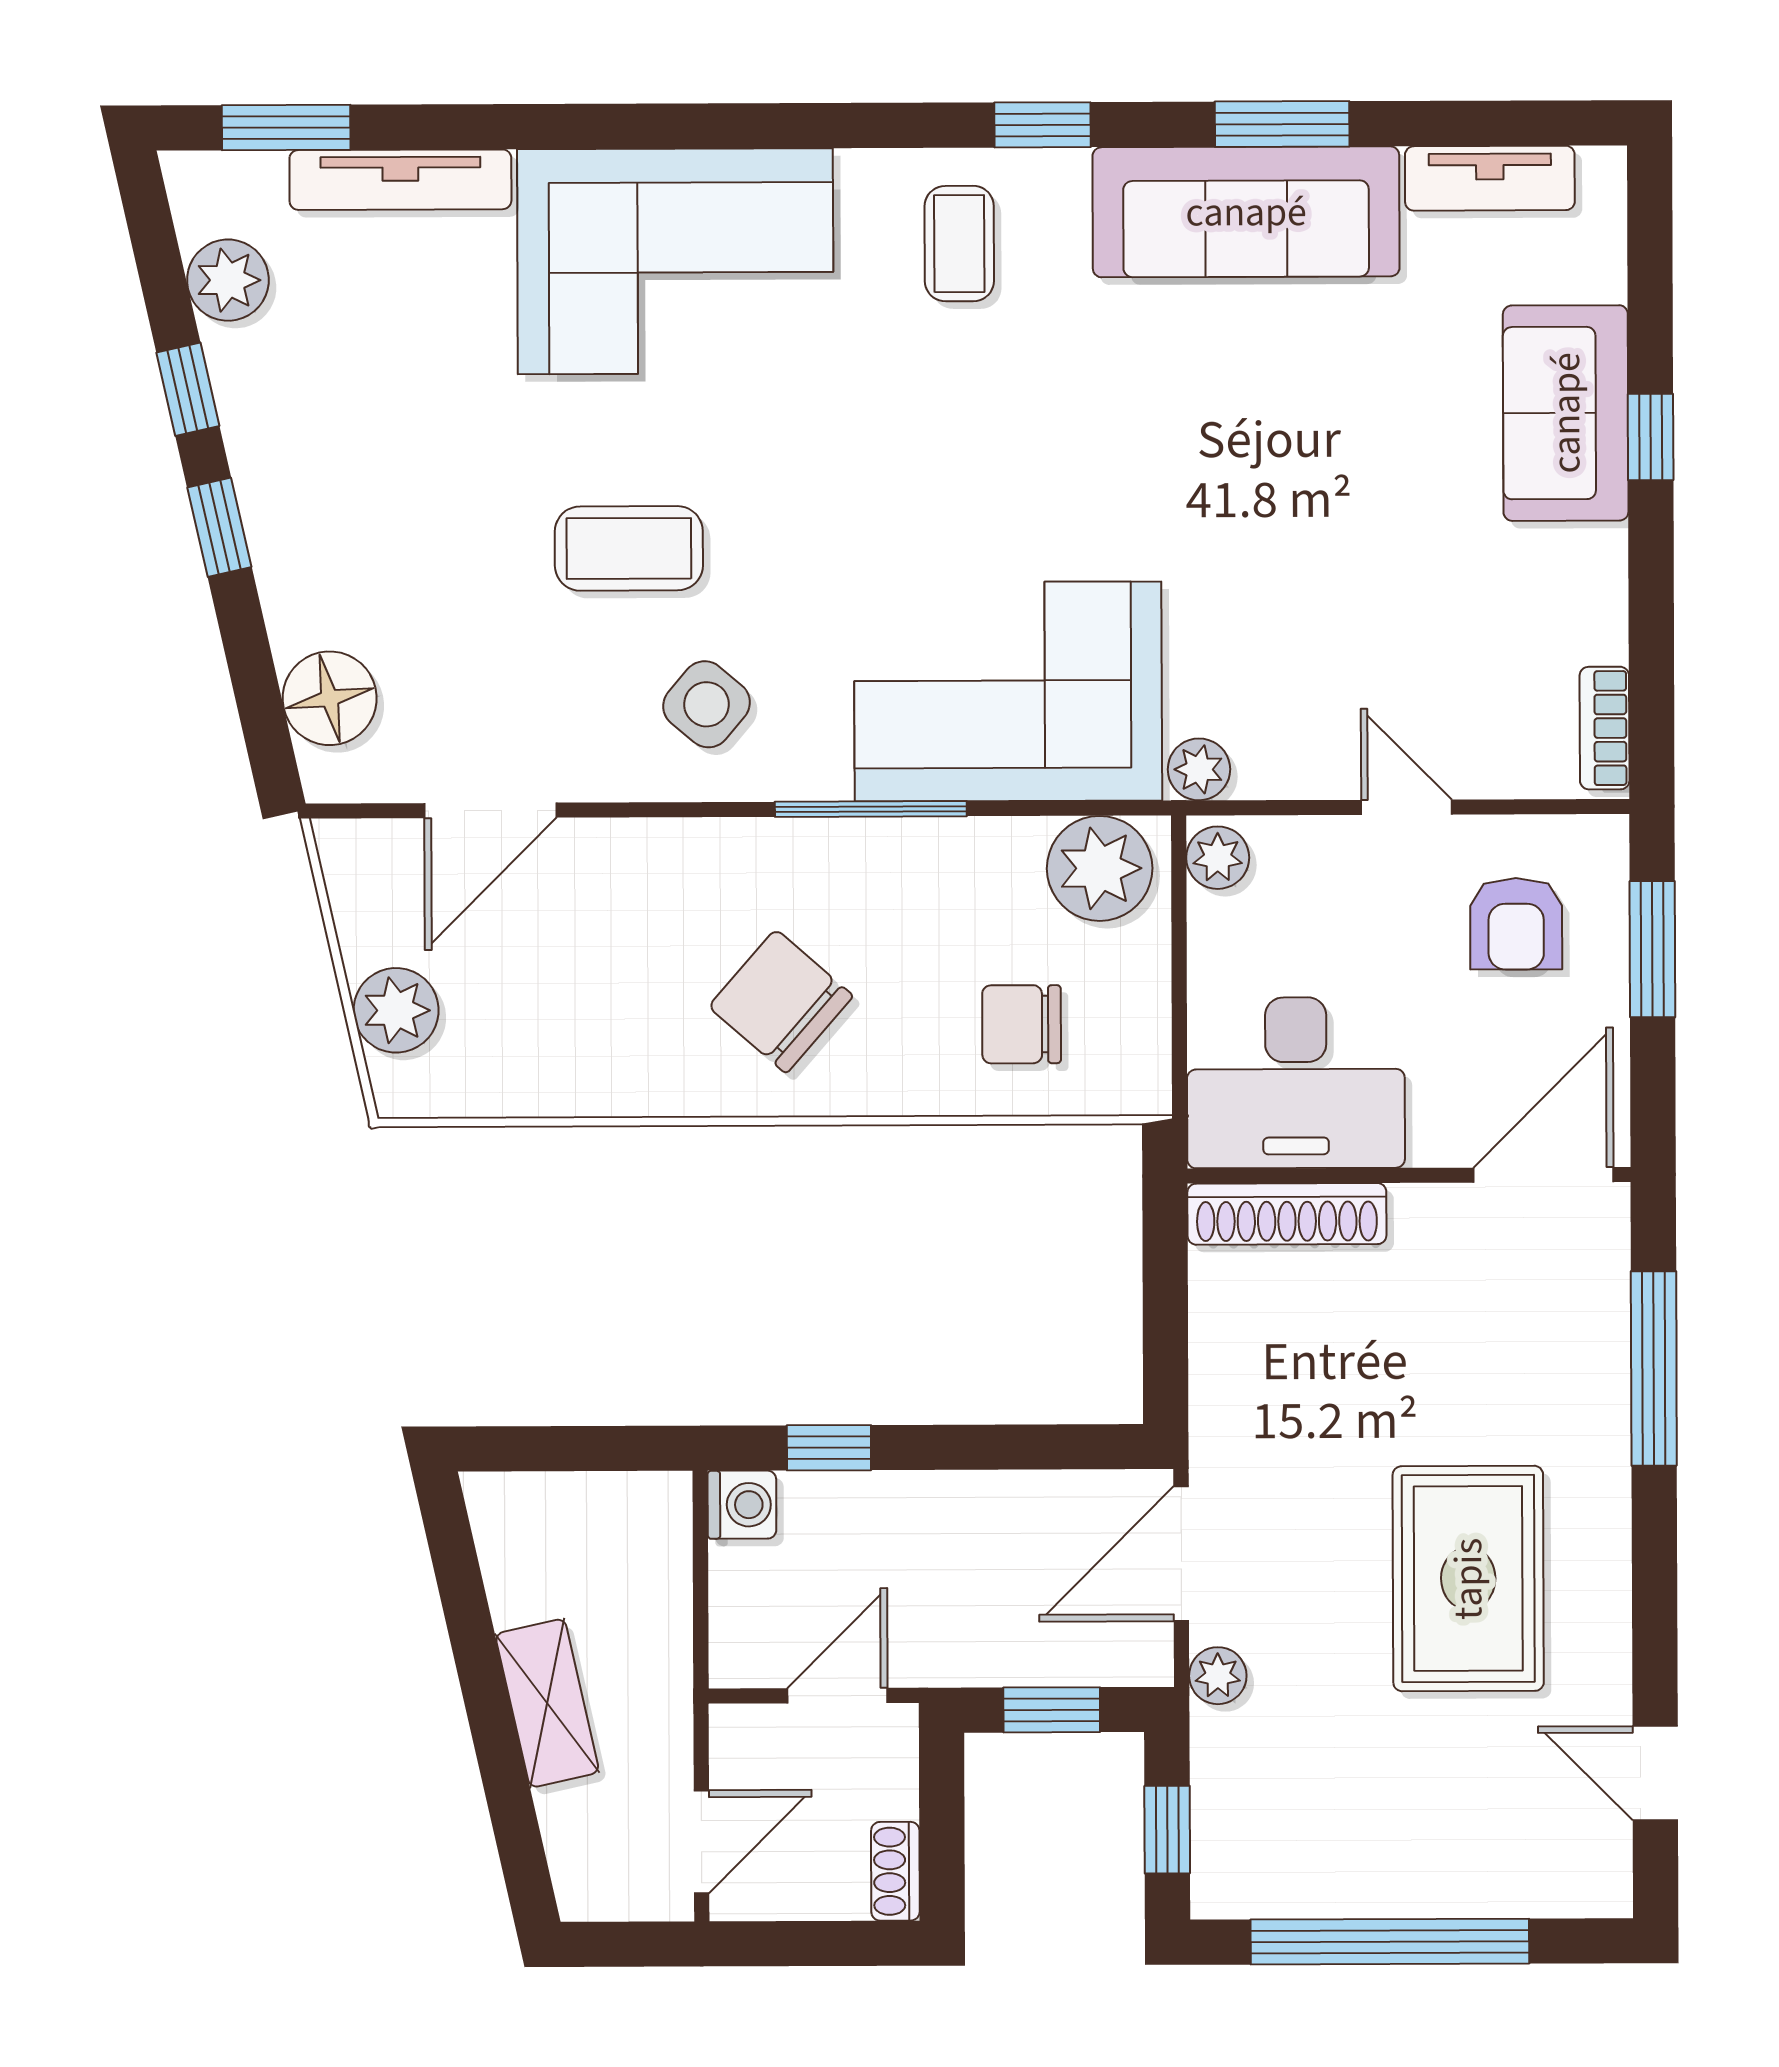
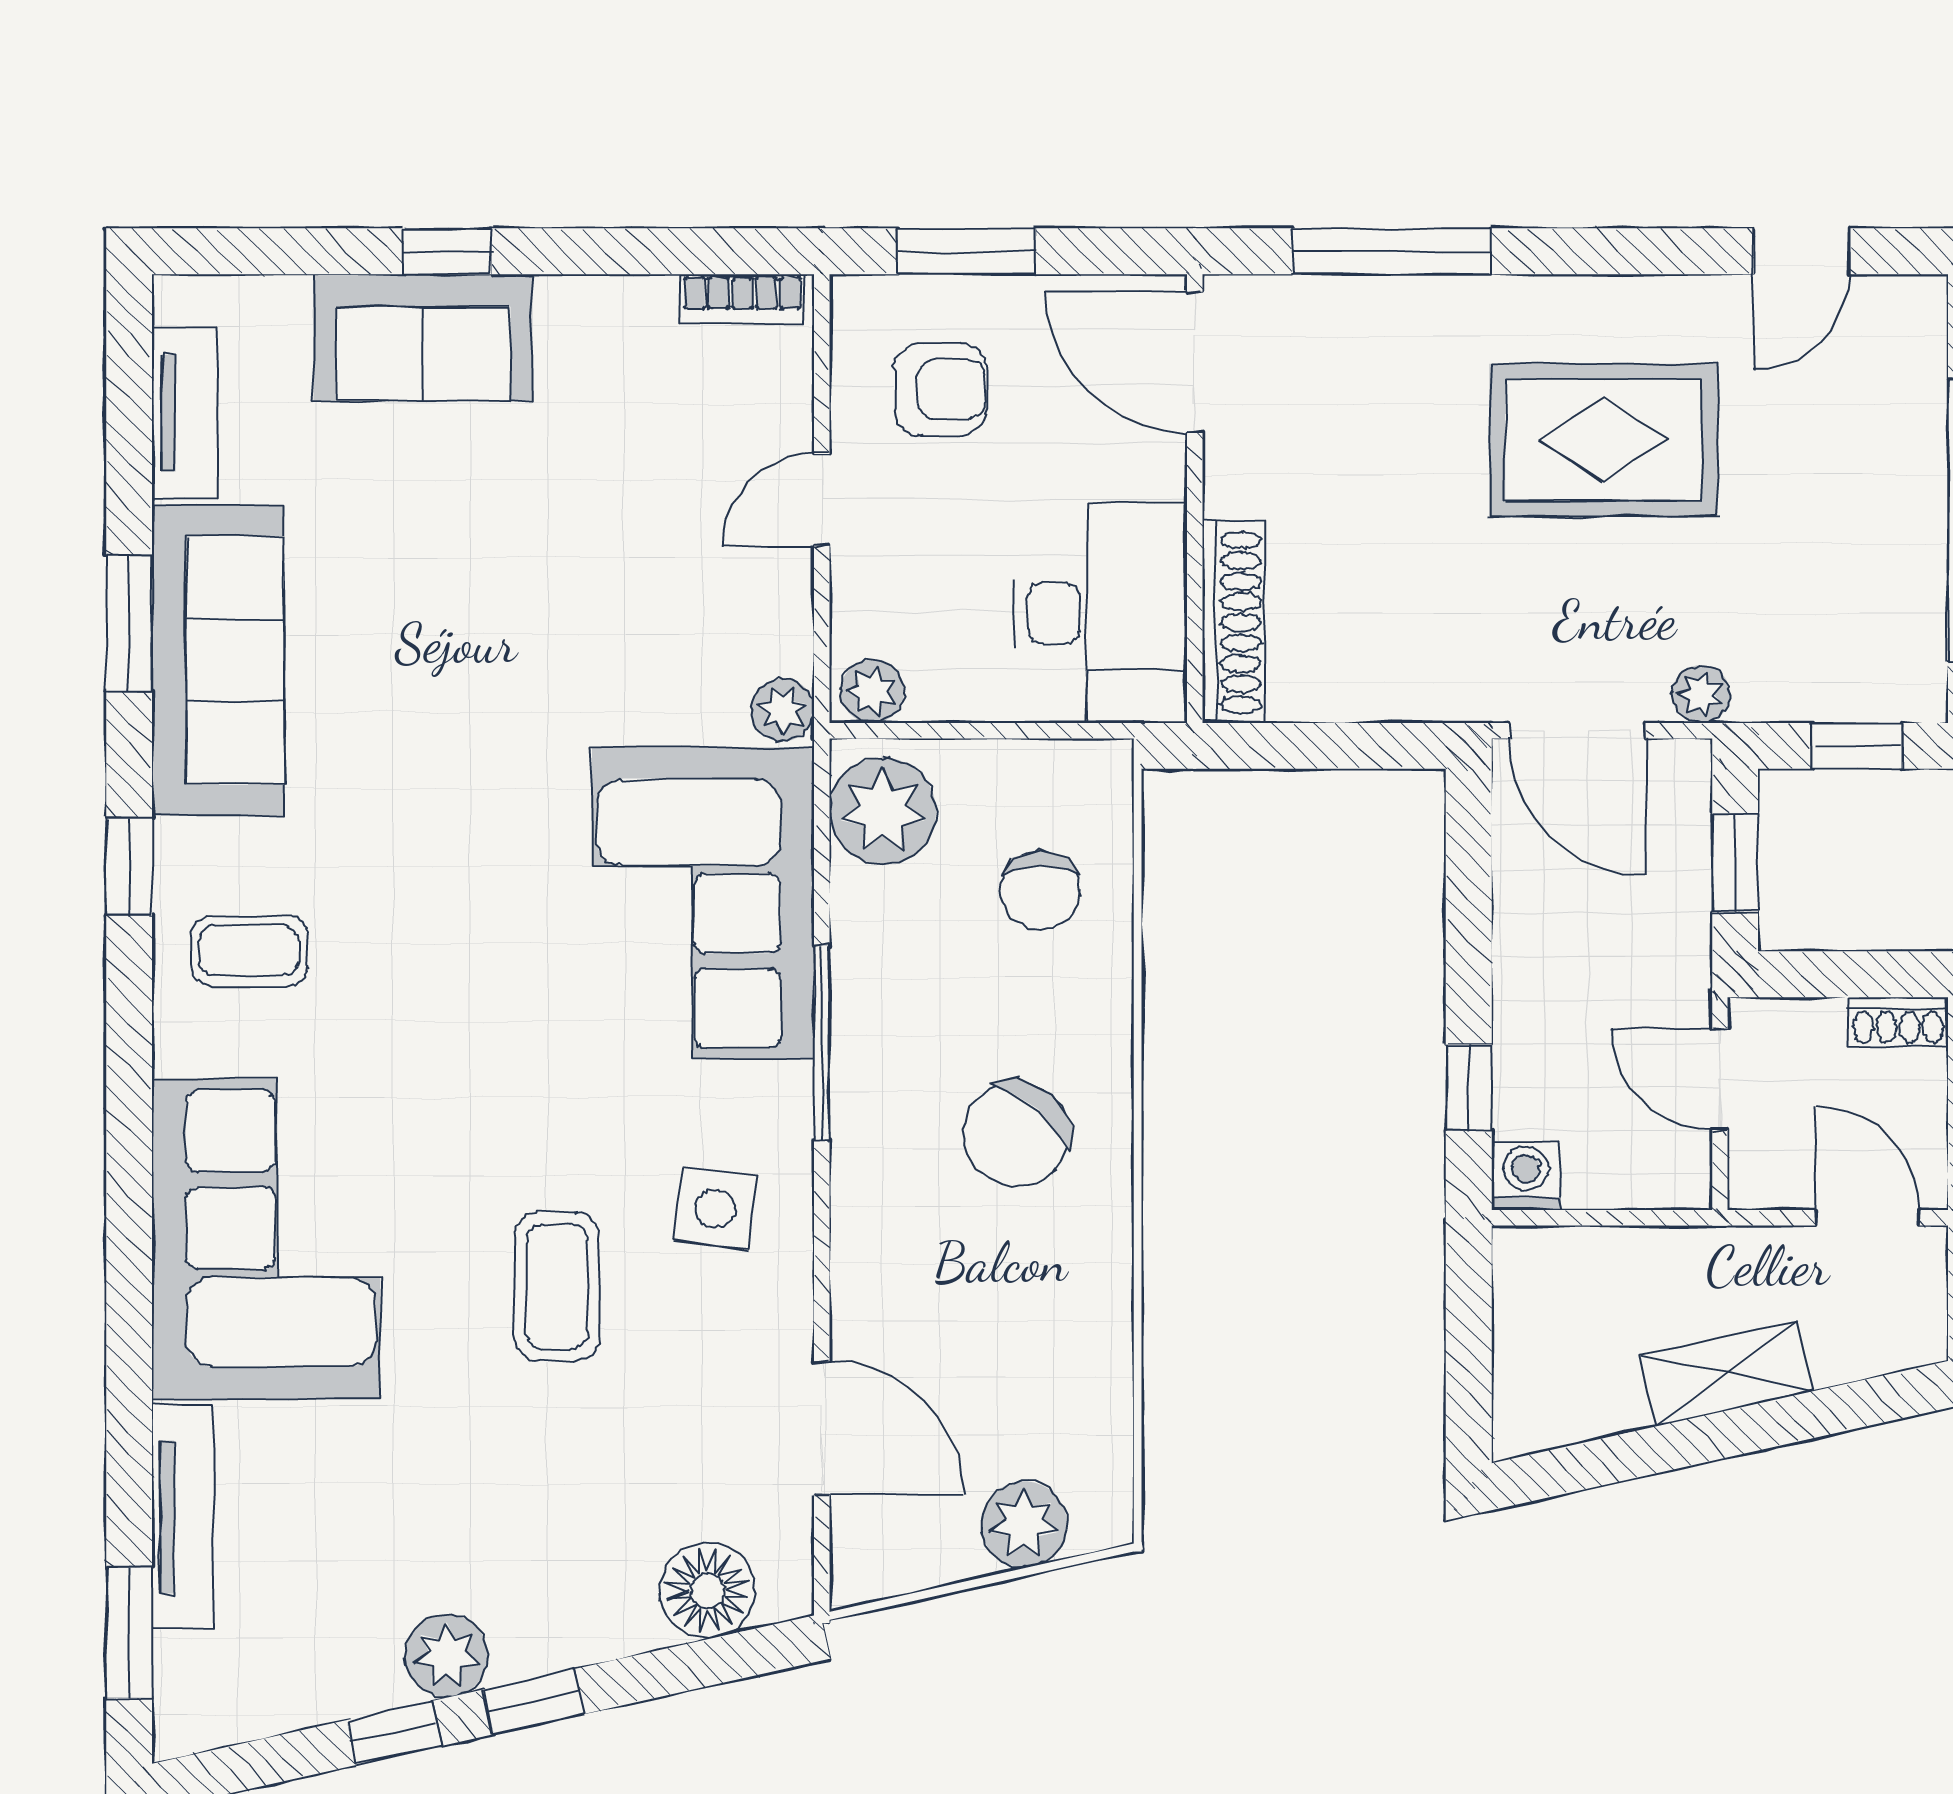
plant: (228, 280) -> (446, 1656), moved
side table: (707, 704) -> (715, 1209), turned -32

